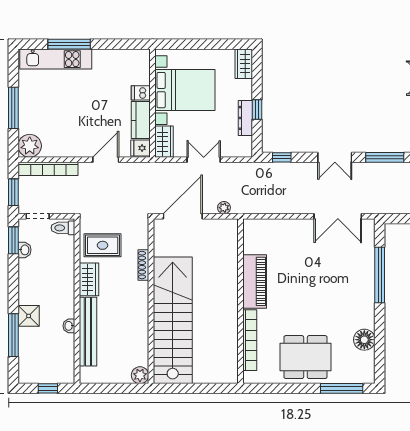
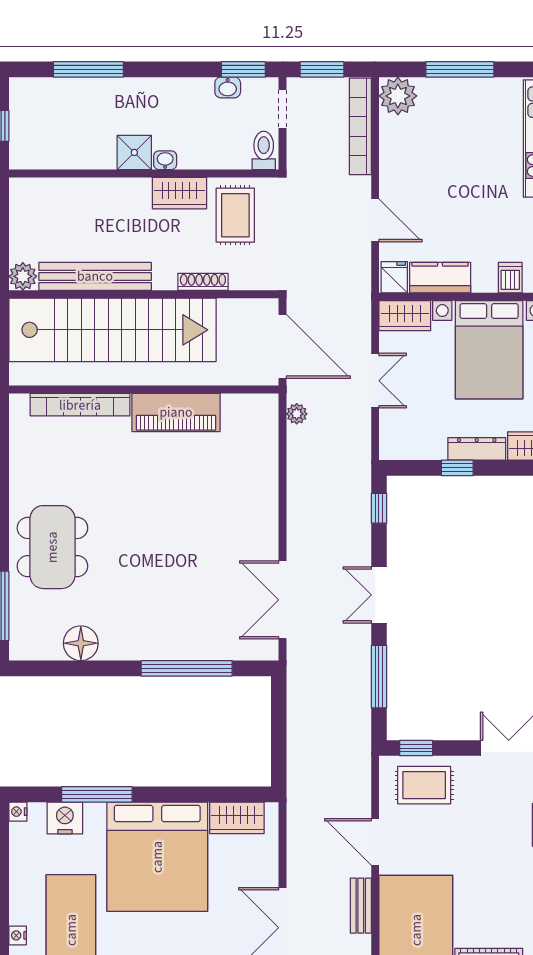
dishwasher: (141, 93) -> (510, 278), moved
dresser: (245, 118) -> (477, 449), moved
piano: (255, 281) -> (176, 412), moved
wall: (241, 301) -> (144, 389), moved
shower: (29, 316) -> (134, 152), moved
washbasin: (69, 326) -> (165, 160), moved
bench: (88, 332) -> (95, 276), moved
bookcase: (250, 340) -> (80, 405), moved

